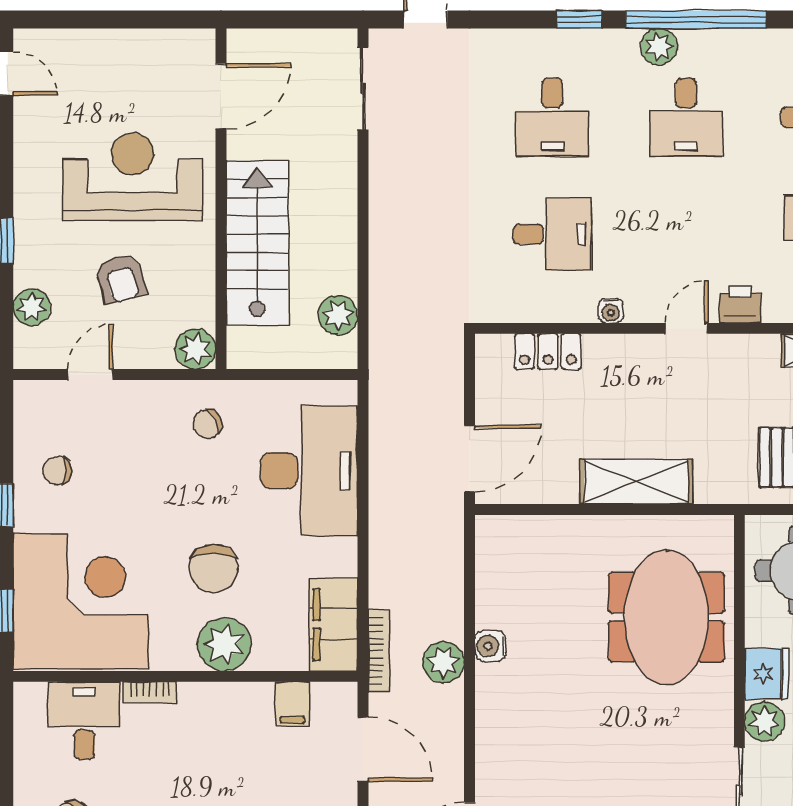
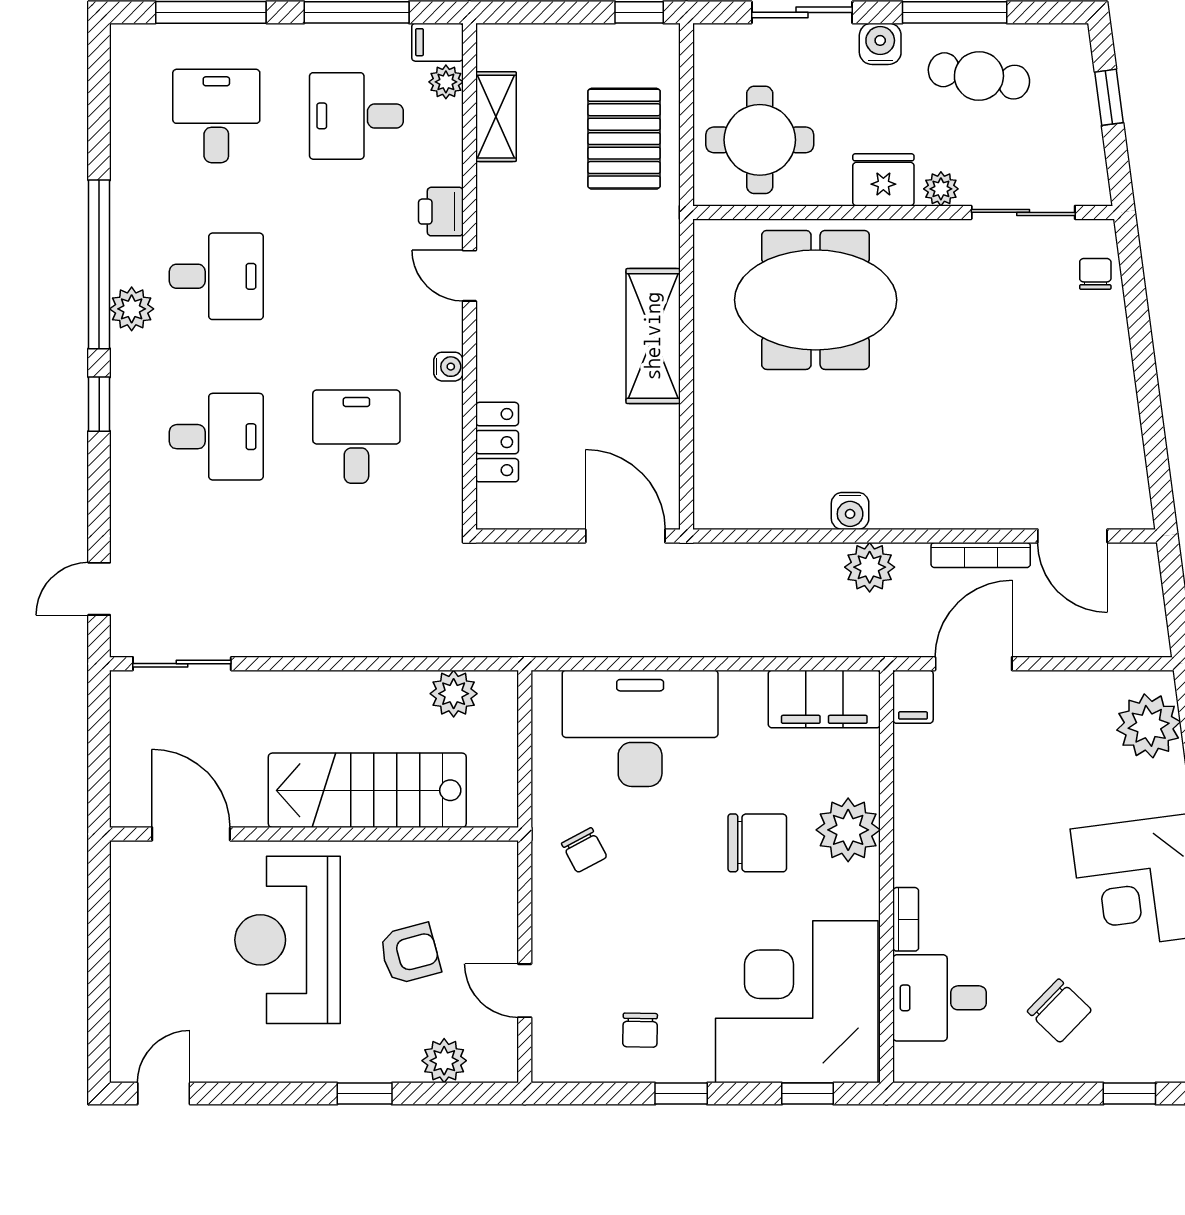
plant: (195, 349) -> (494, 865), removed
bookcase: (379, 651) -> (981, 555), moved, turned 180
filing cabinet: (292, 704) -> (913, 697), moved, turned 90
plant: (764, 722) -> (941, 189), width x0.73, depth x0.73

